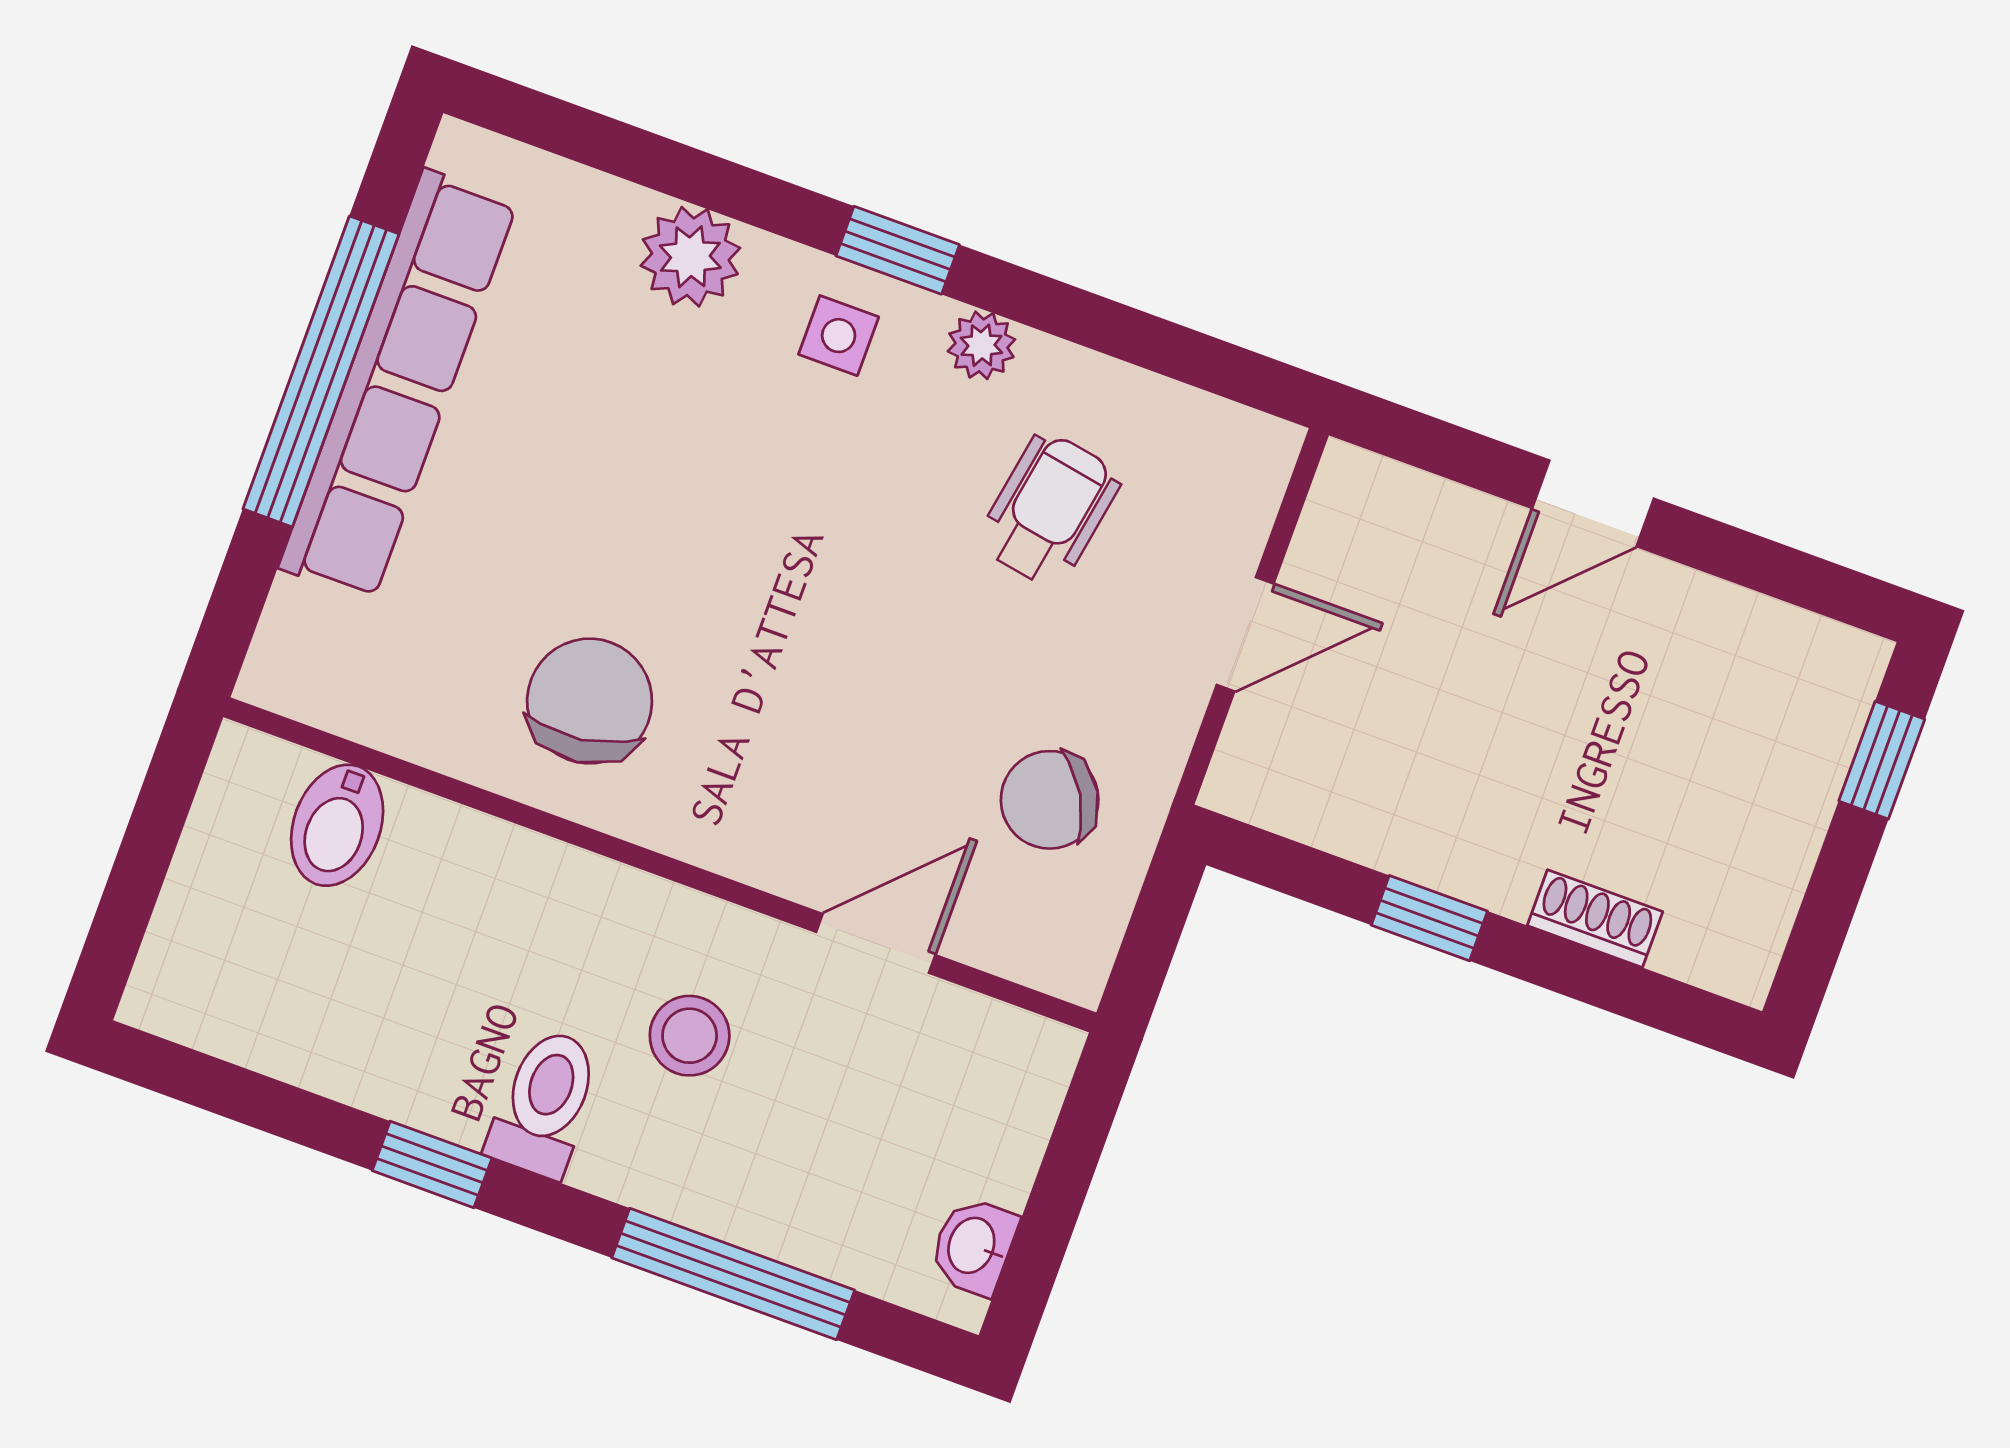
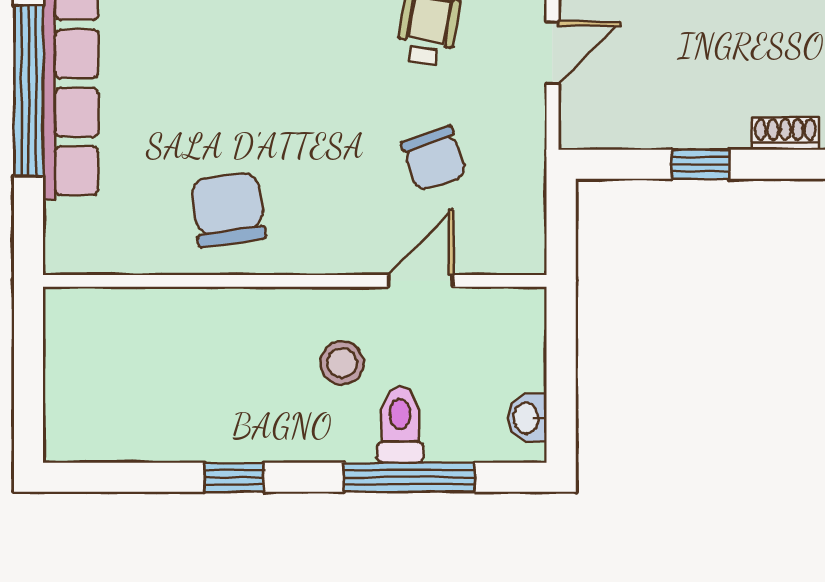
chair: (1050, 800) -> (434, 159), moved, turned -79
bidet: (337, 825) -> (122, 321), removed
toilet: (545, 1103) -> (400, 425), moved

